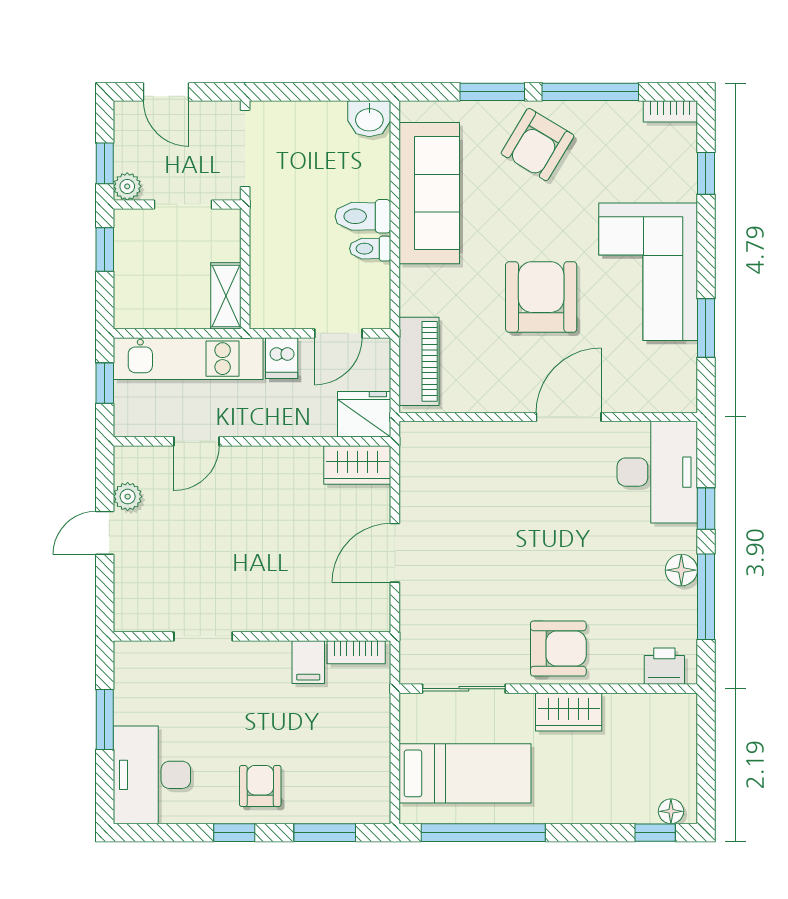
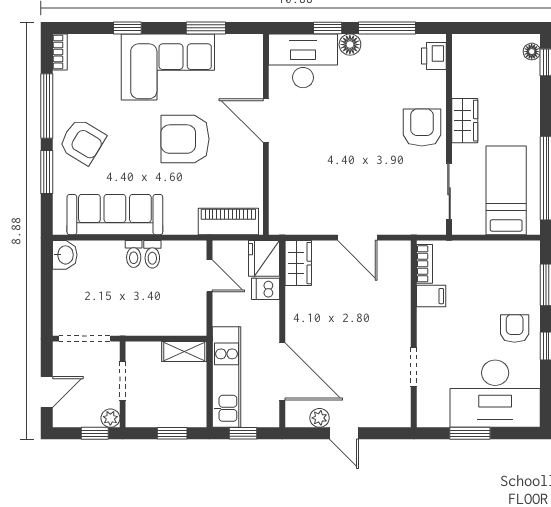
window: (706, 173) -> (127, 28), moved
toilet: (363, 216) -> (134, 254), width x0.73, depth x0.72
window: (105, 249) -> (172, 433), moved
dishwasher: (282, 358) -> (266, 289), moved, turned 180
door: (197, 441) -> (282, 371), width x1.87
floor lamp: (681, 570) -> (350, 45), moved
desk: (152, 775) -> (495, 394), width x1.36, depth x1.30
armchair: (260, 786) -> (515, 328), turned 90

